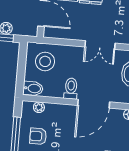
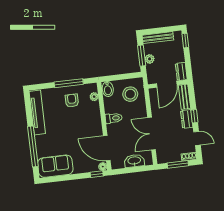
double door: (100, 45) -> (152, 134), width x1.37
door: (94, 104) -> (107, 148), moved

